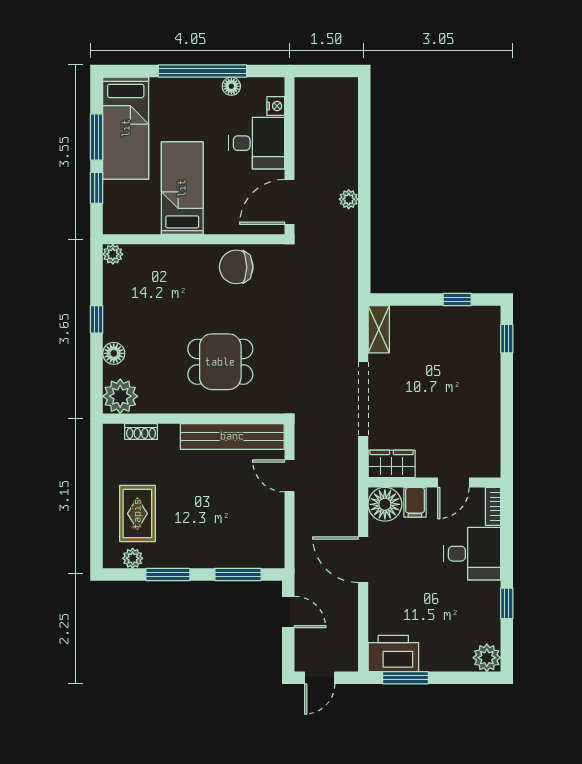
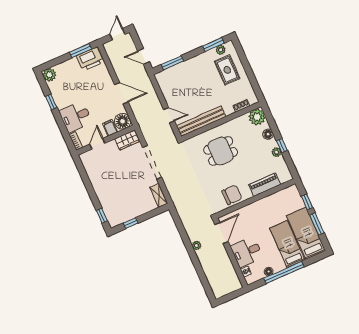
bed: (182, 188) -> (287, 244), moved, turned 180
plant: (113, 254) -> (277, 152), moved
piano: (164, 258) -> (265, 185), added
window: (168, 575) -> (213, 45), moved

